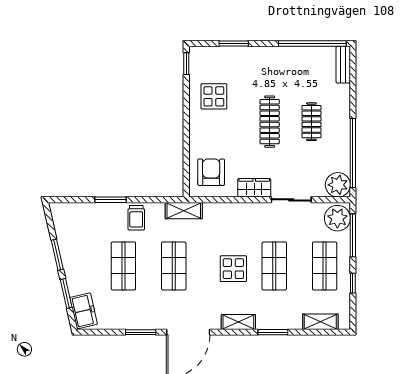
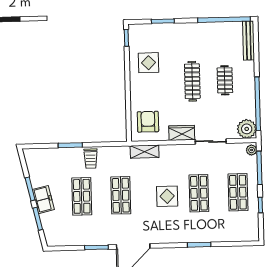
bench: (343, 65) -> (249, 41), width x1.36
shelving: (184, 211) -> (145, 152), moved
plant: (337, 218) -> (252, 150), width x0.53, depth x0.53
freezer: (84, 311) -> (43, 200), moved
shelving: (238, 322) -> (172, 237), removed
shelving: (320, 322) -> (236, 236), removed

